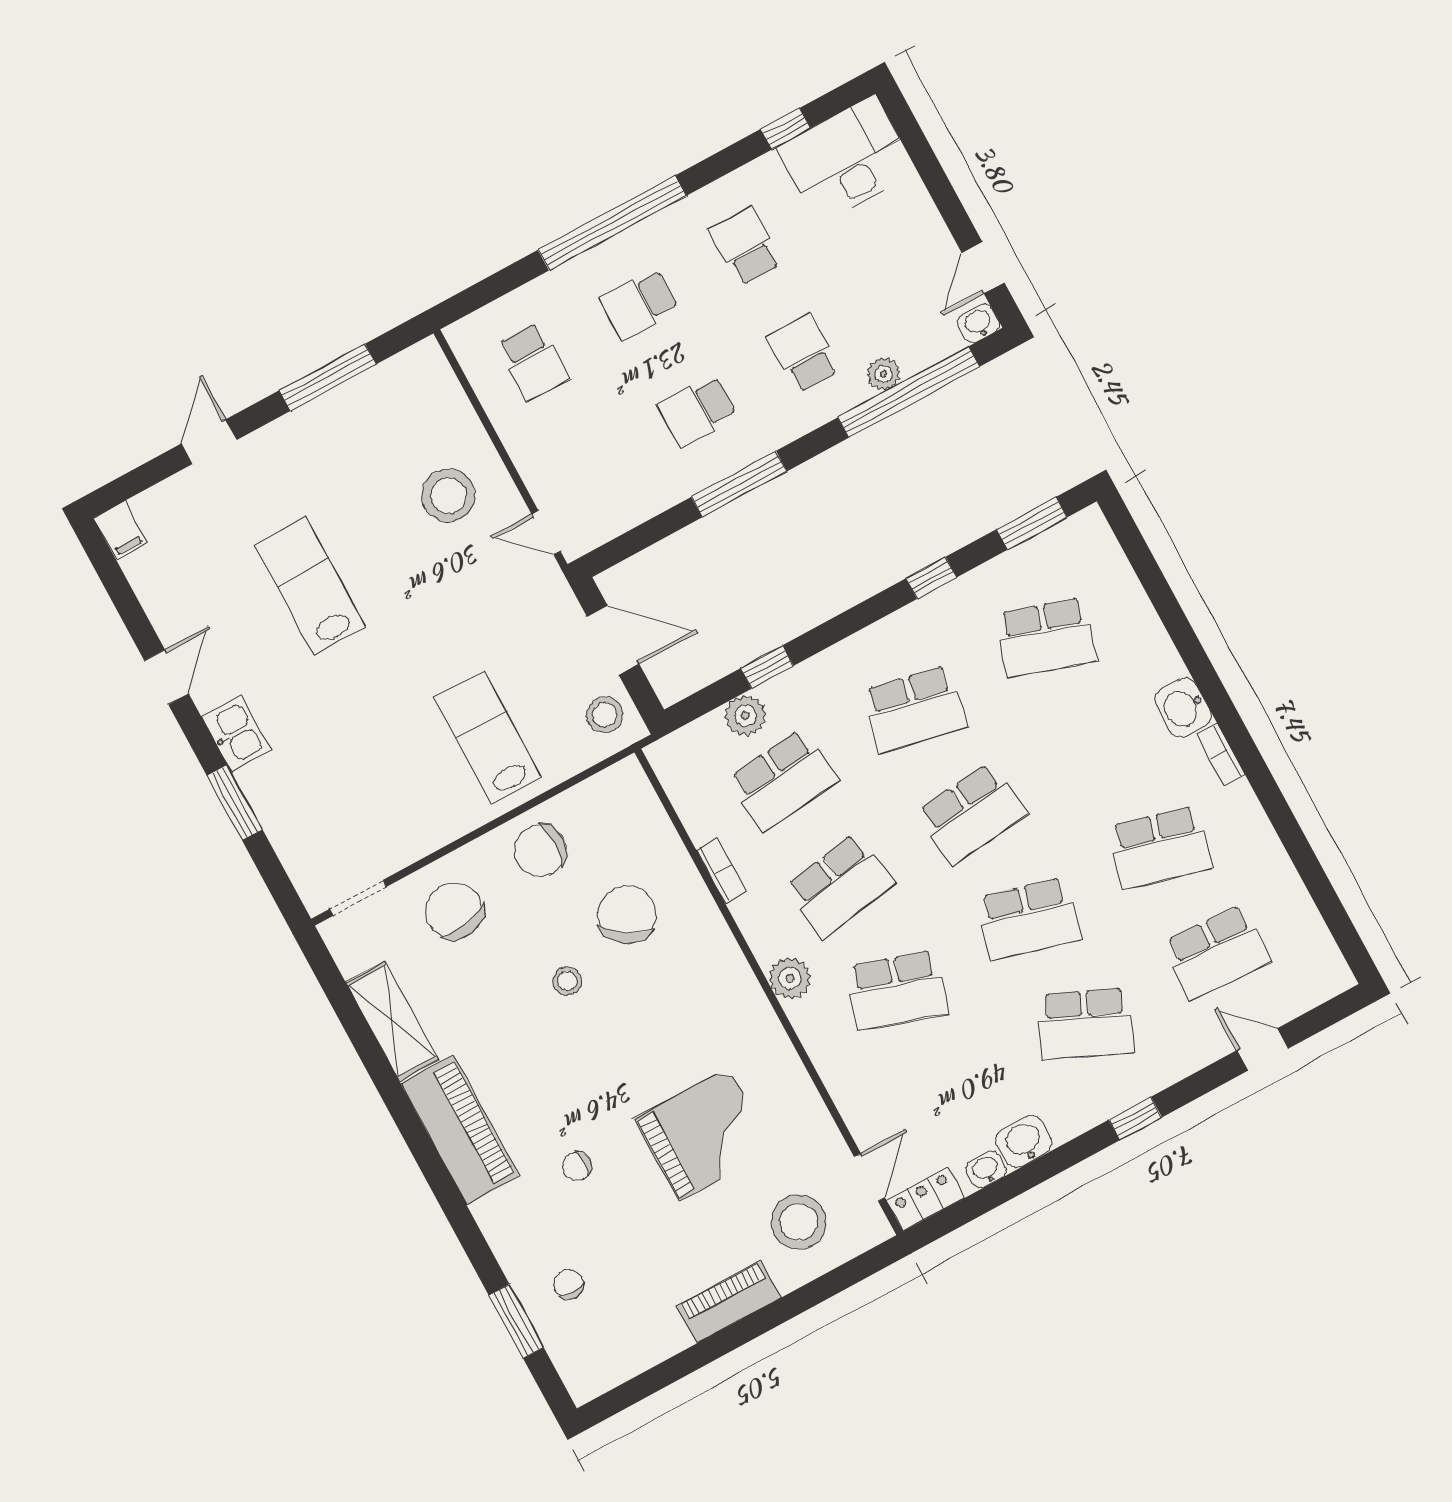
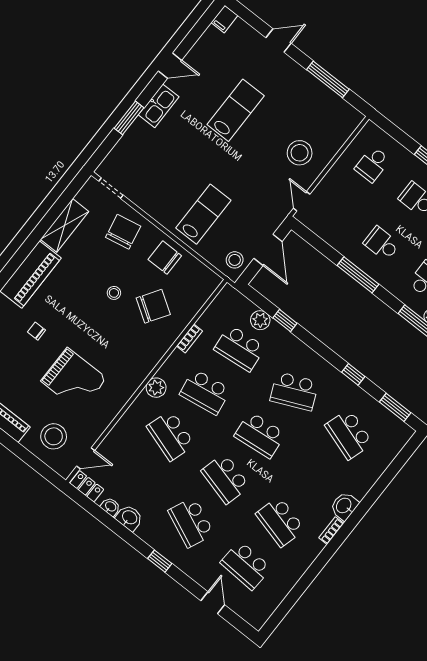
school desk: (914, 709) -> (294, 391), turned -36
kitchen sink: (236, 734) -> (159, 106), width x1.38

